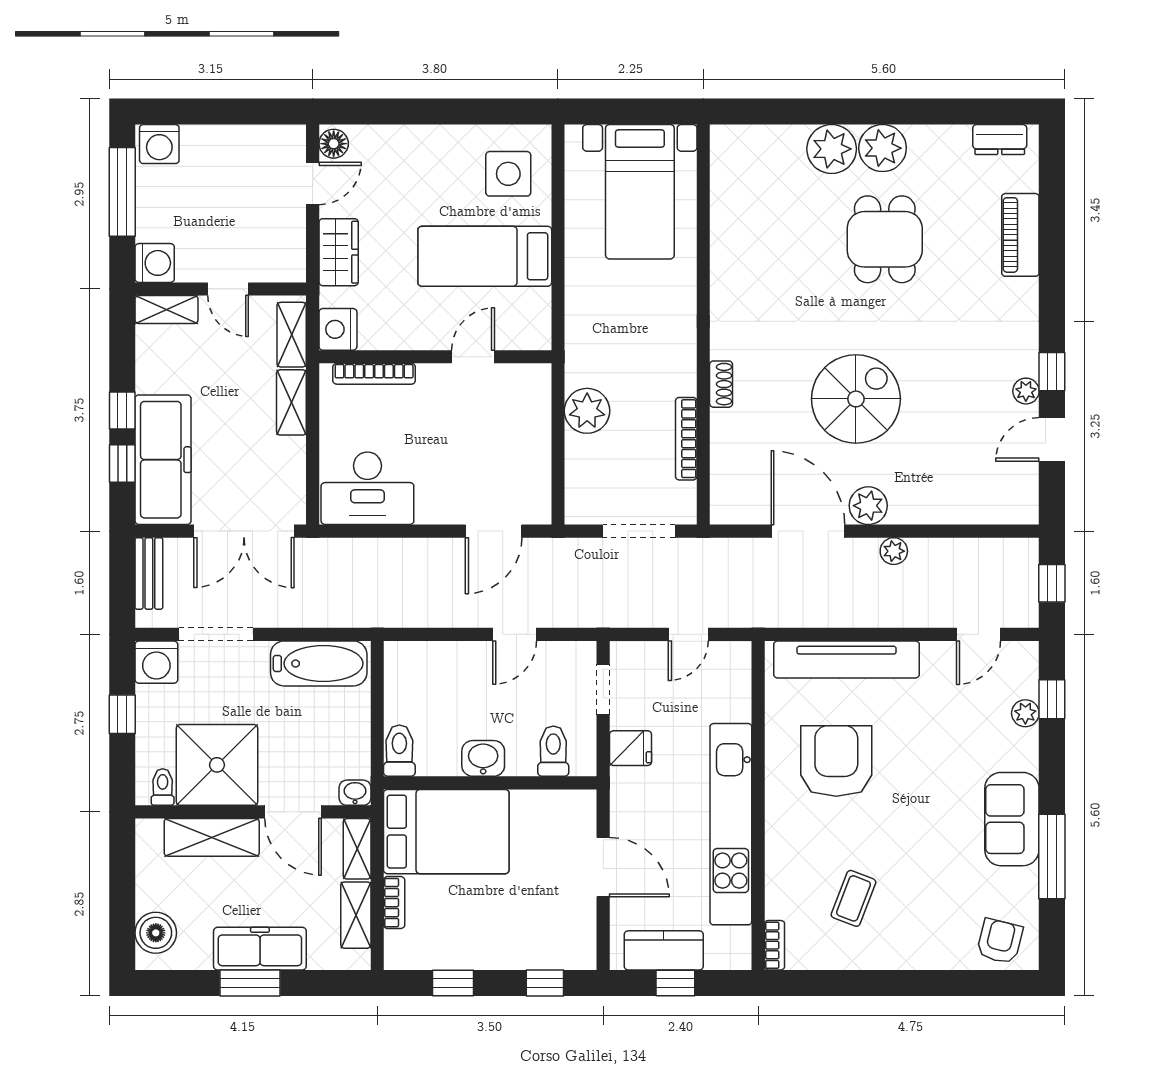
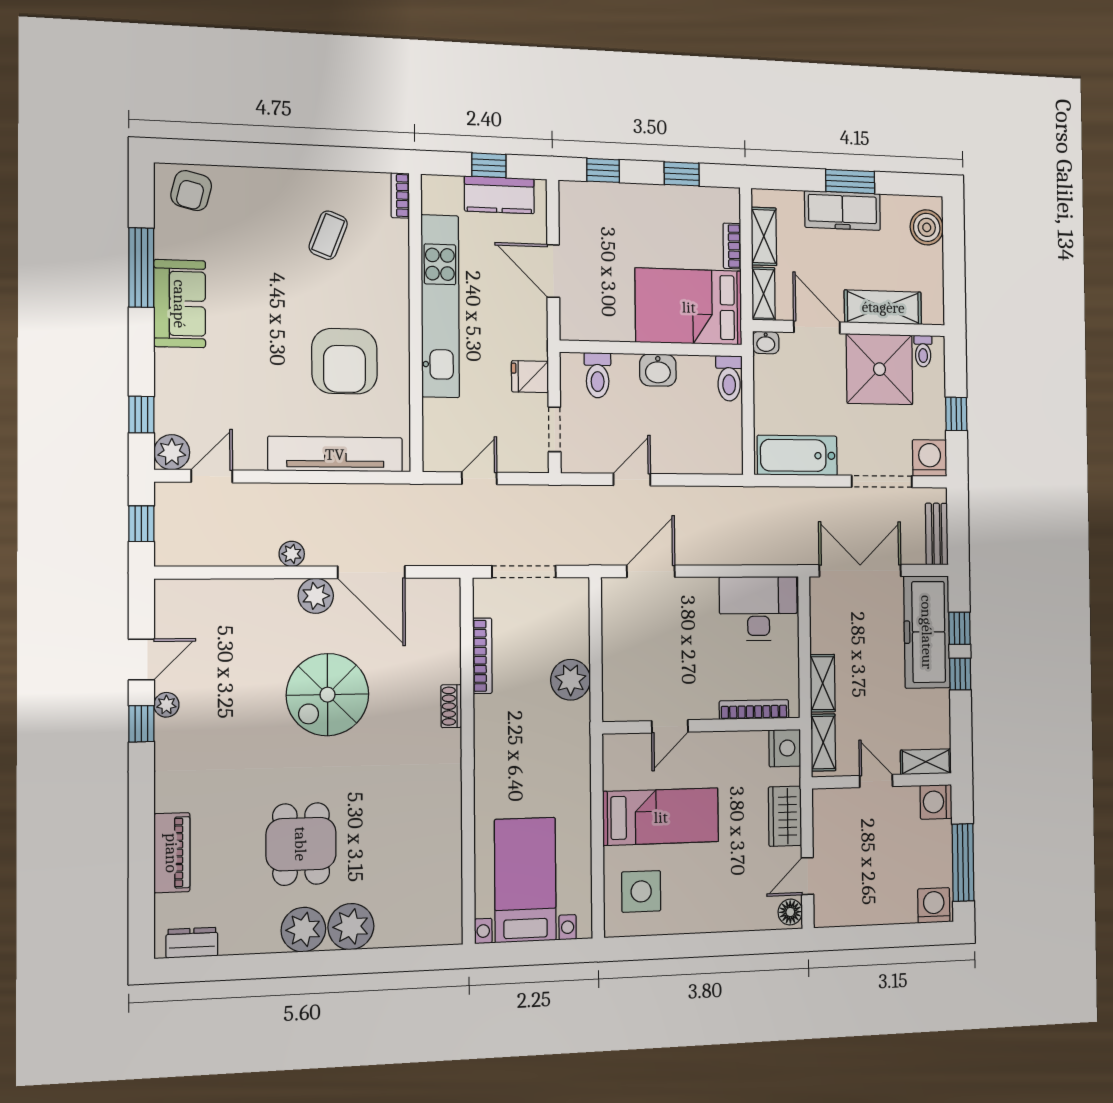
plant: (1025, 713) -> (172, 452), moved, width x1.38, depth x1.38

